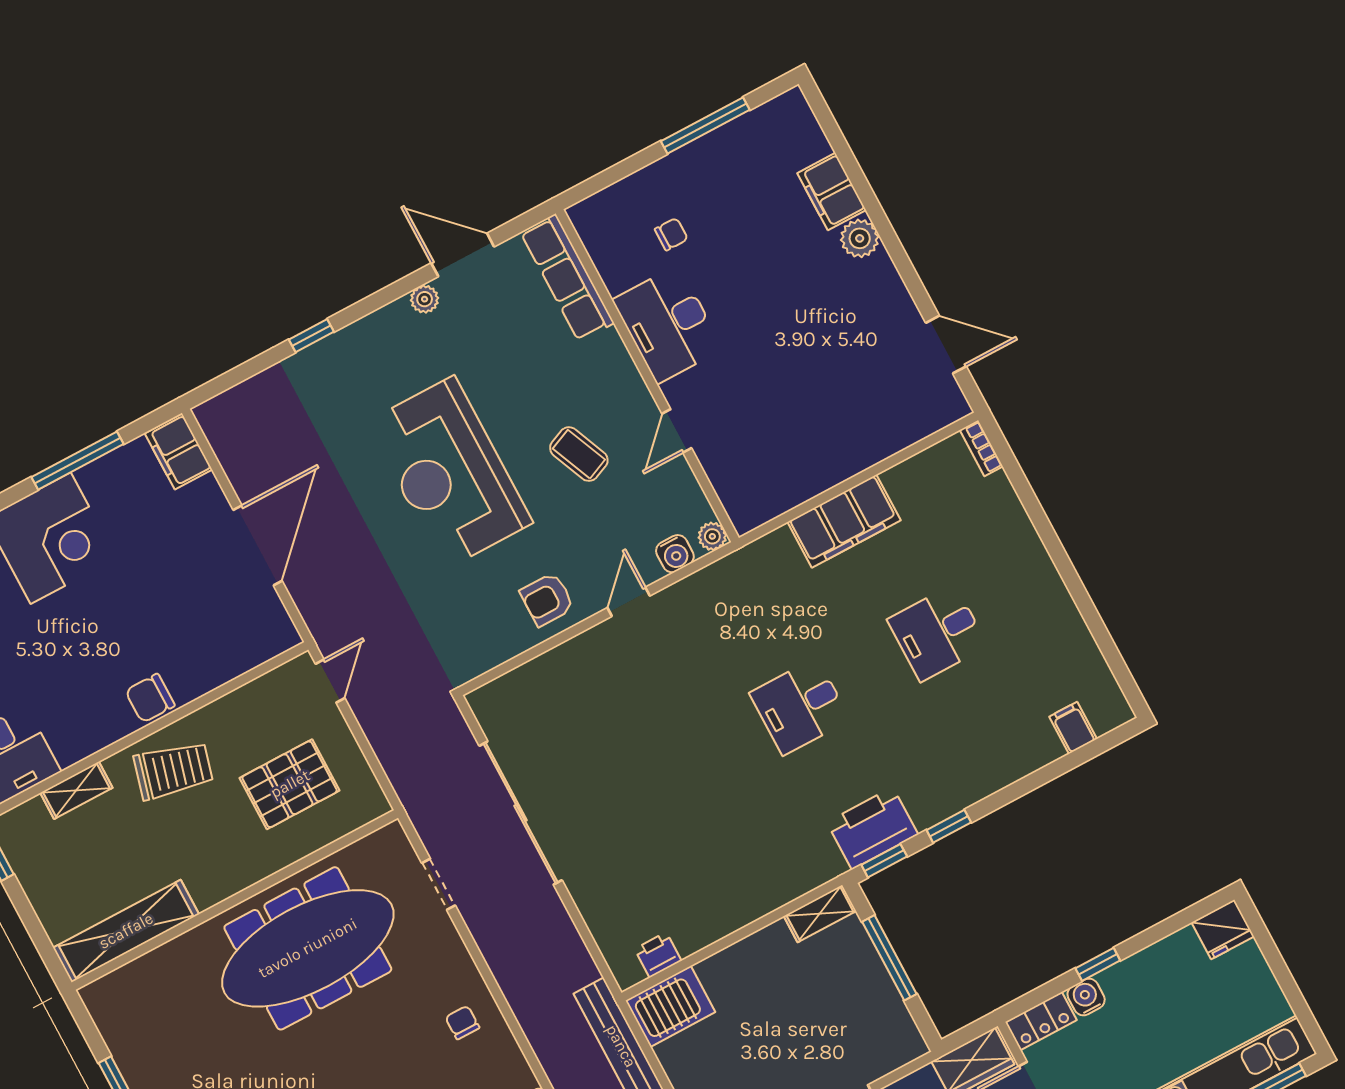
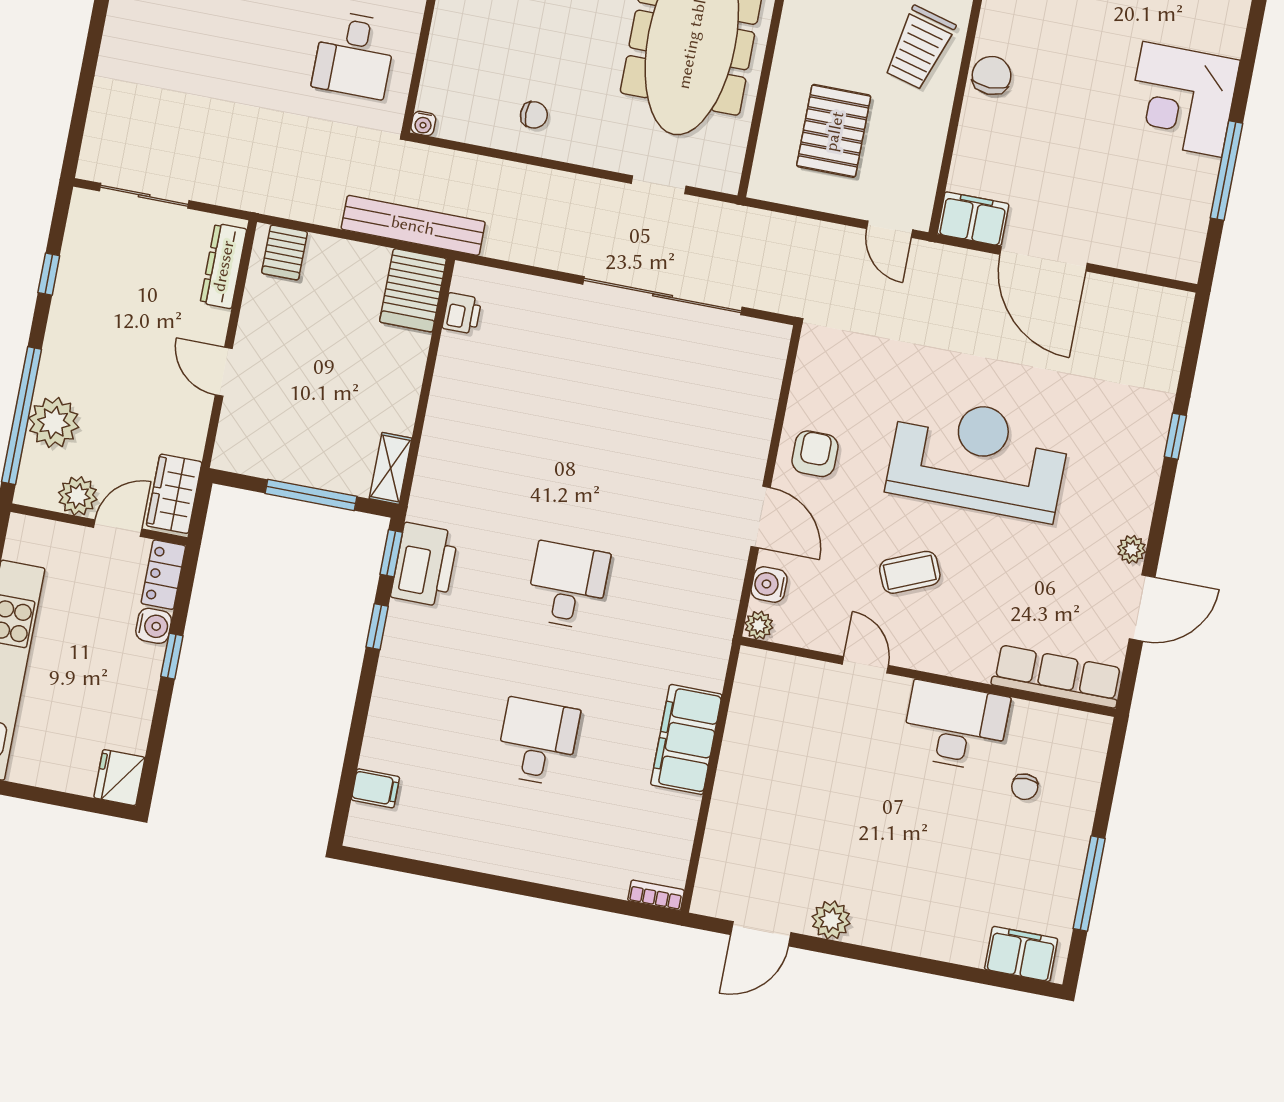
filing cabinet: (832, 192) -> (1021, 954), moved
plant: (860, 238) -> (831, 920), moved
filing cabinet: (179, 451) -> (973, 219), moved
door: (629, 602) -> (761, 517), width x1.38

